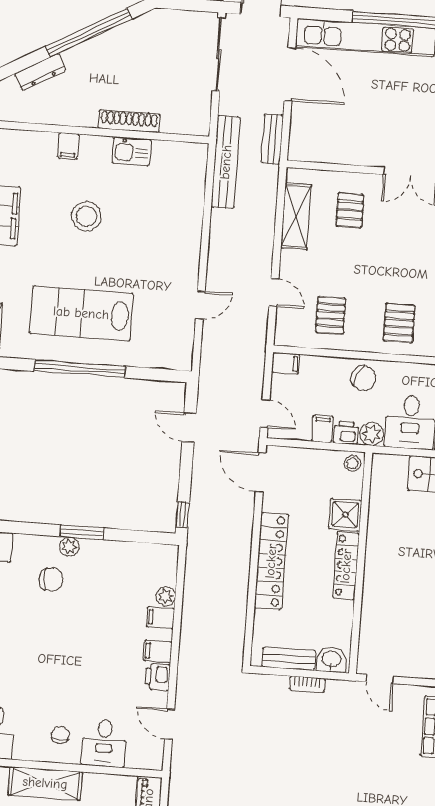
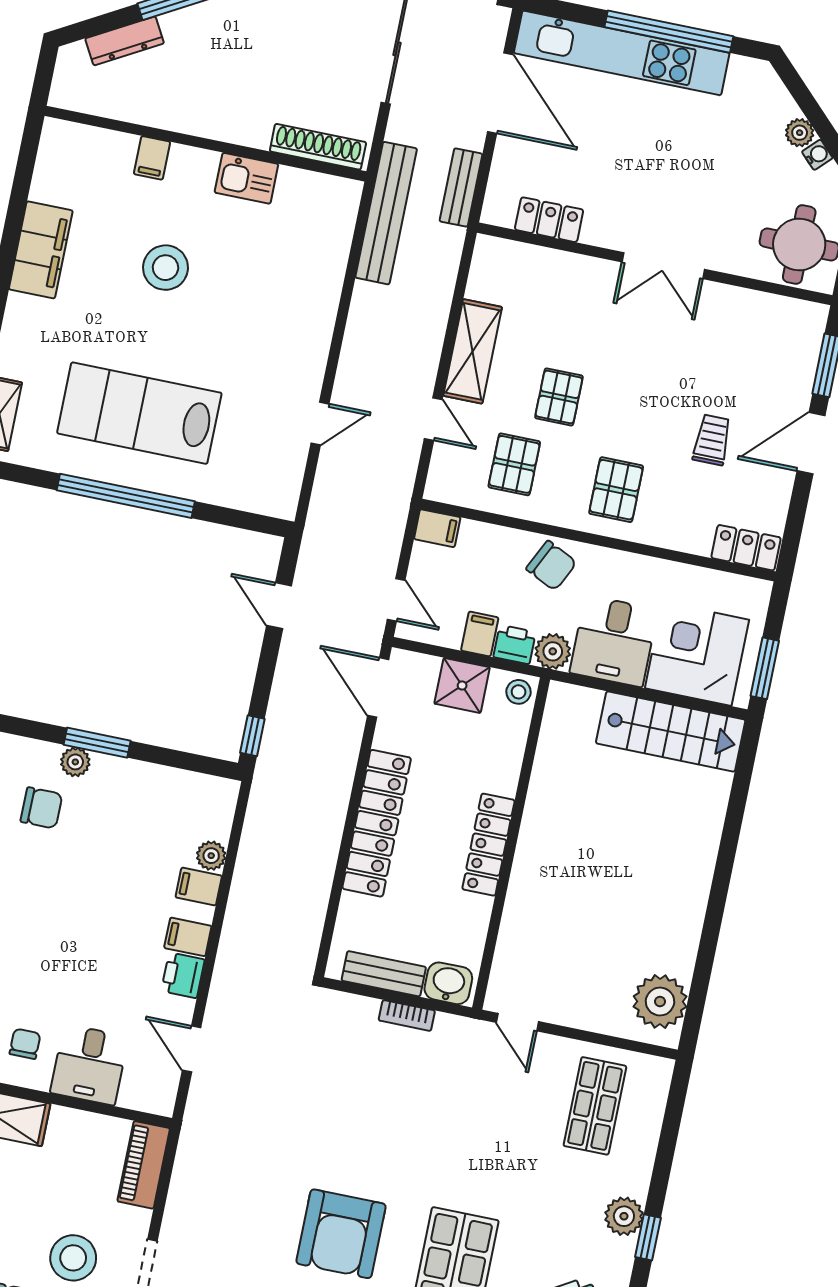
shoe rack: (129, 121) -> (318, 147), moved
locker: (333, 153) -> (549, 220), added
pallet: (350, 210) -> (559, 397), moved
shelving: (296, 216) -> (473, 351), moved
shower: (345, 515) -> (462, 685), moved

